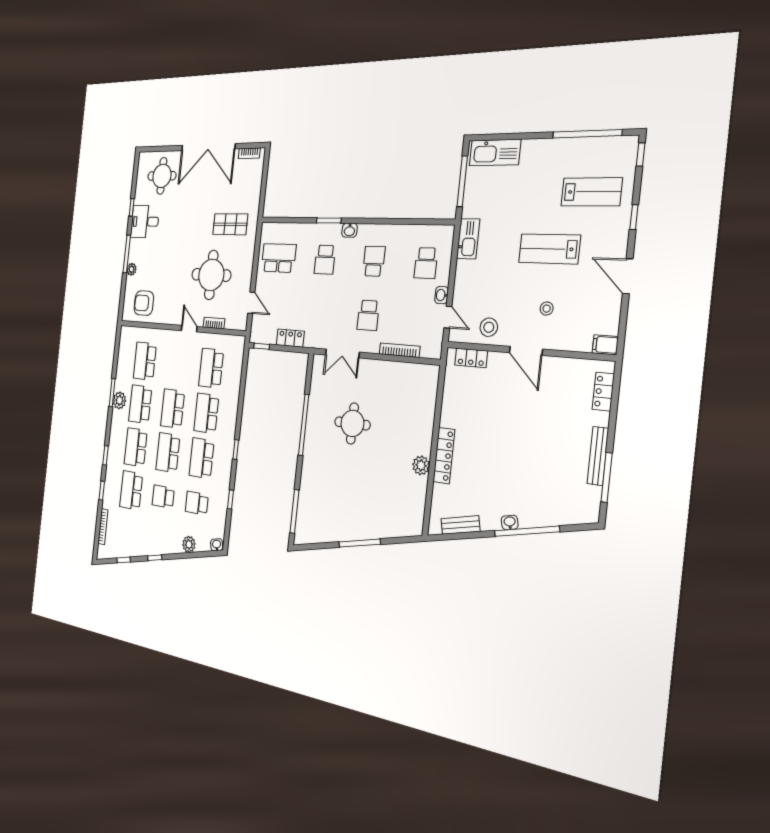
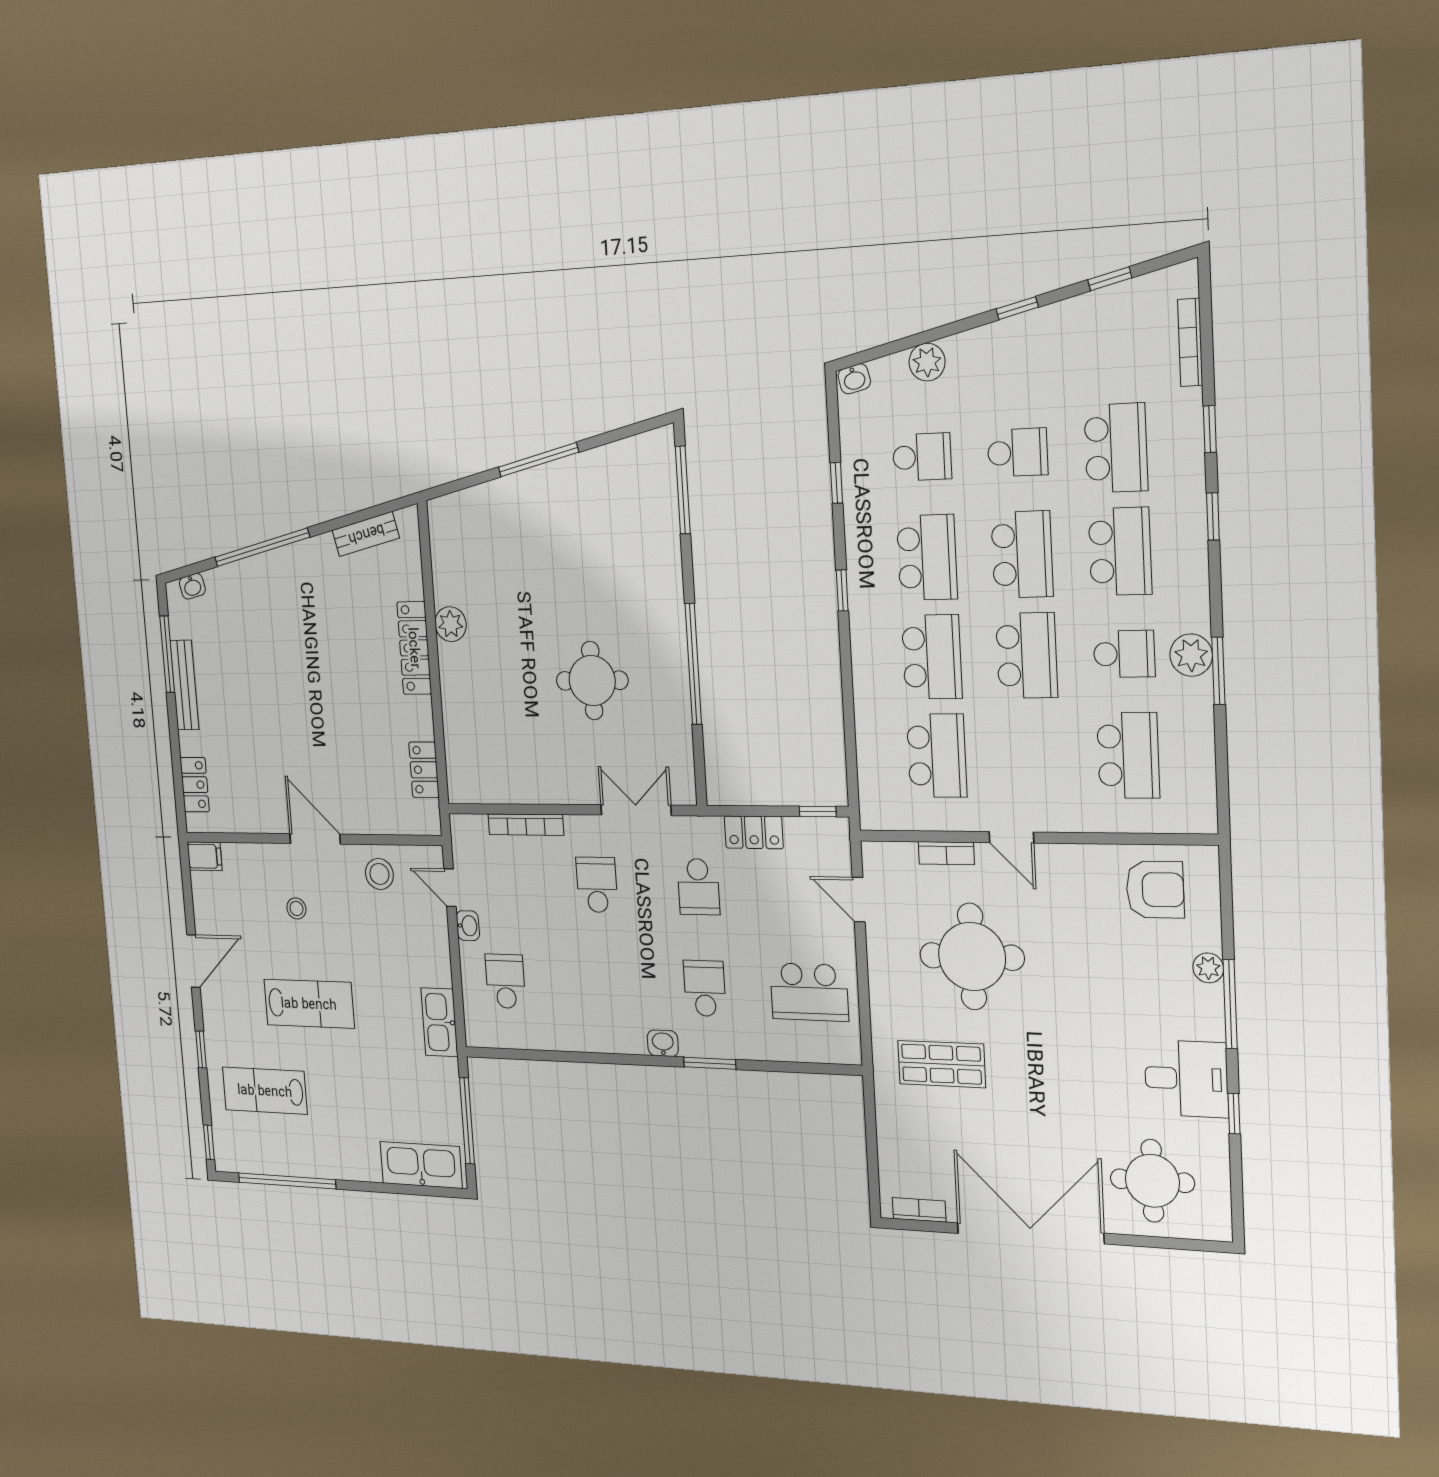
school desk: (374, 261) -> (698, 887), moved
door: (628, 276) -> (193, 961), hinge flipped
locker: (471, 358) -> (424, 770), moved, turned -90
school desk: (140, 404) -> (1124, 654), width x0.54
washbasin: (510, 522) -> (192, 586), moved

